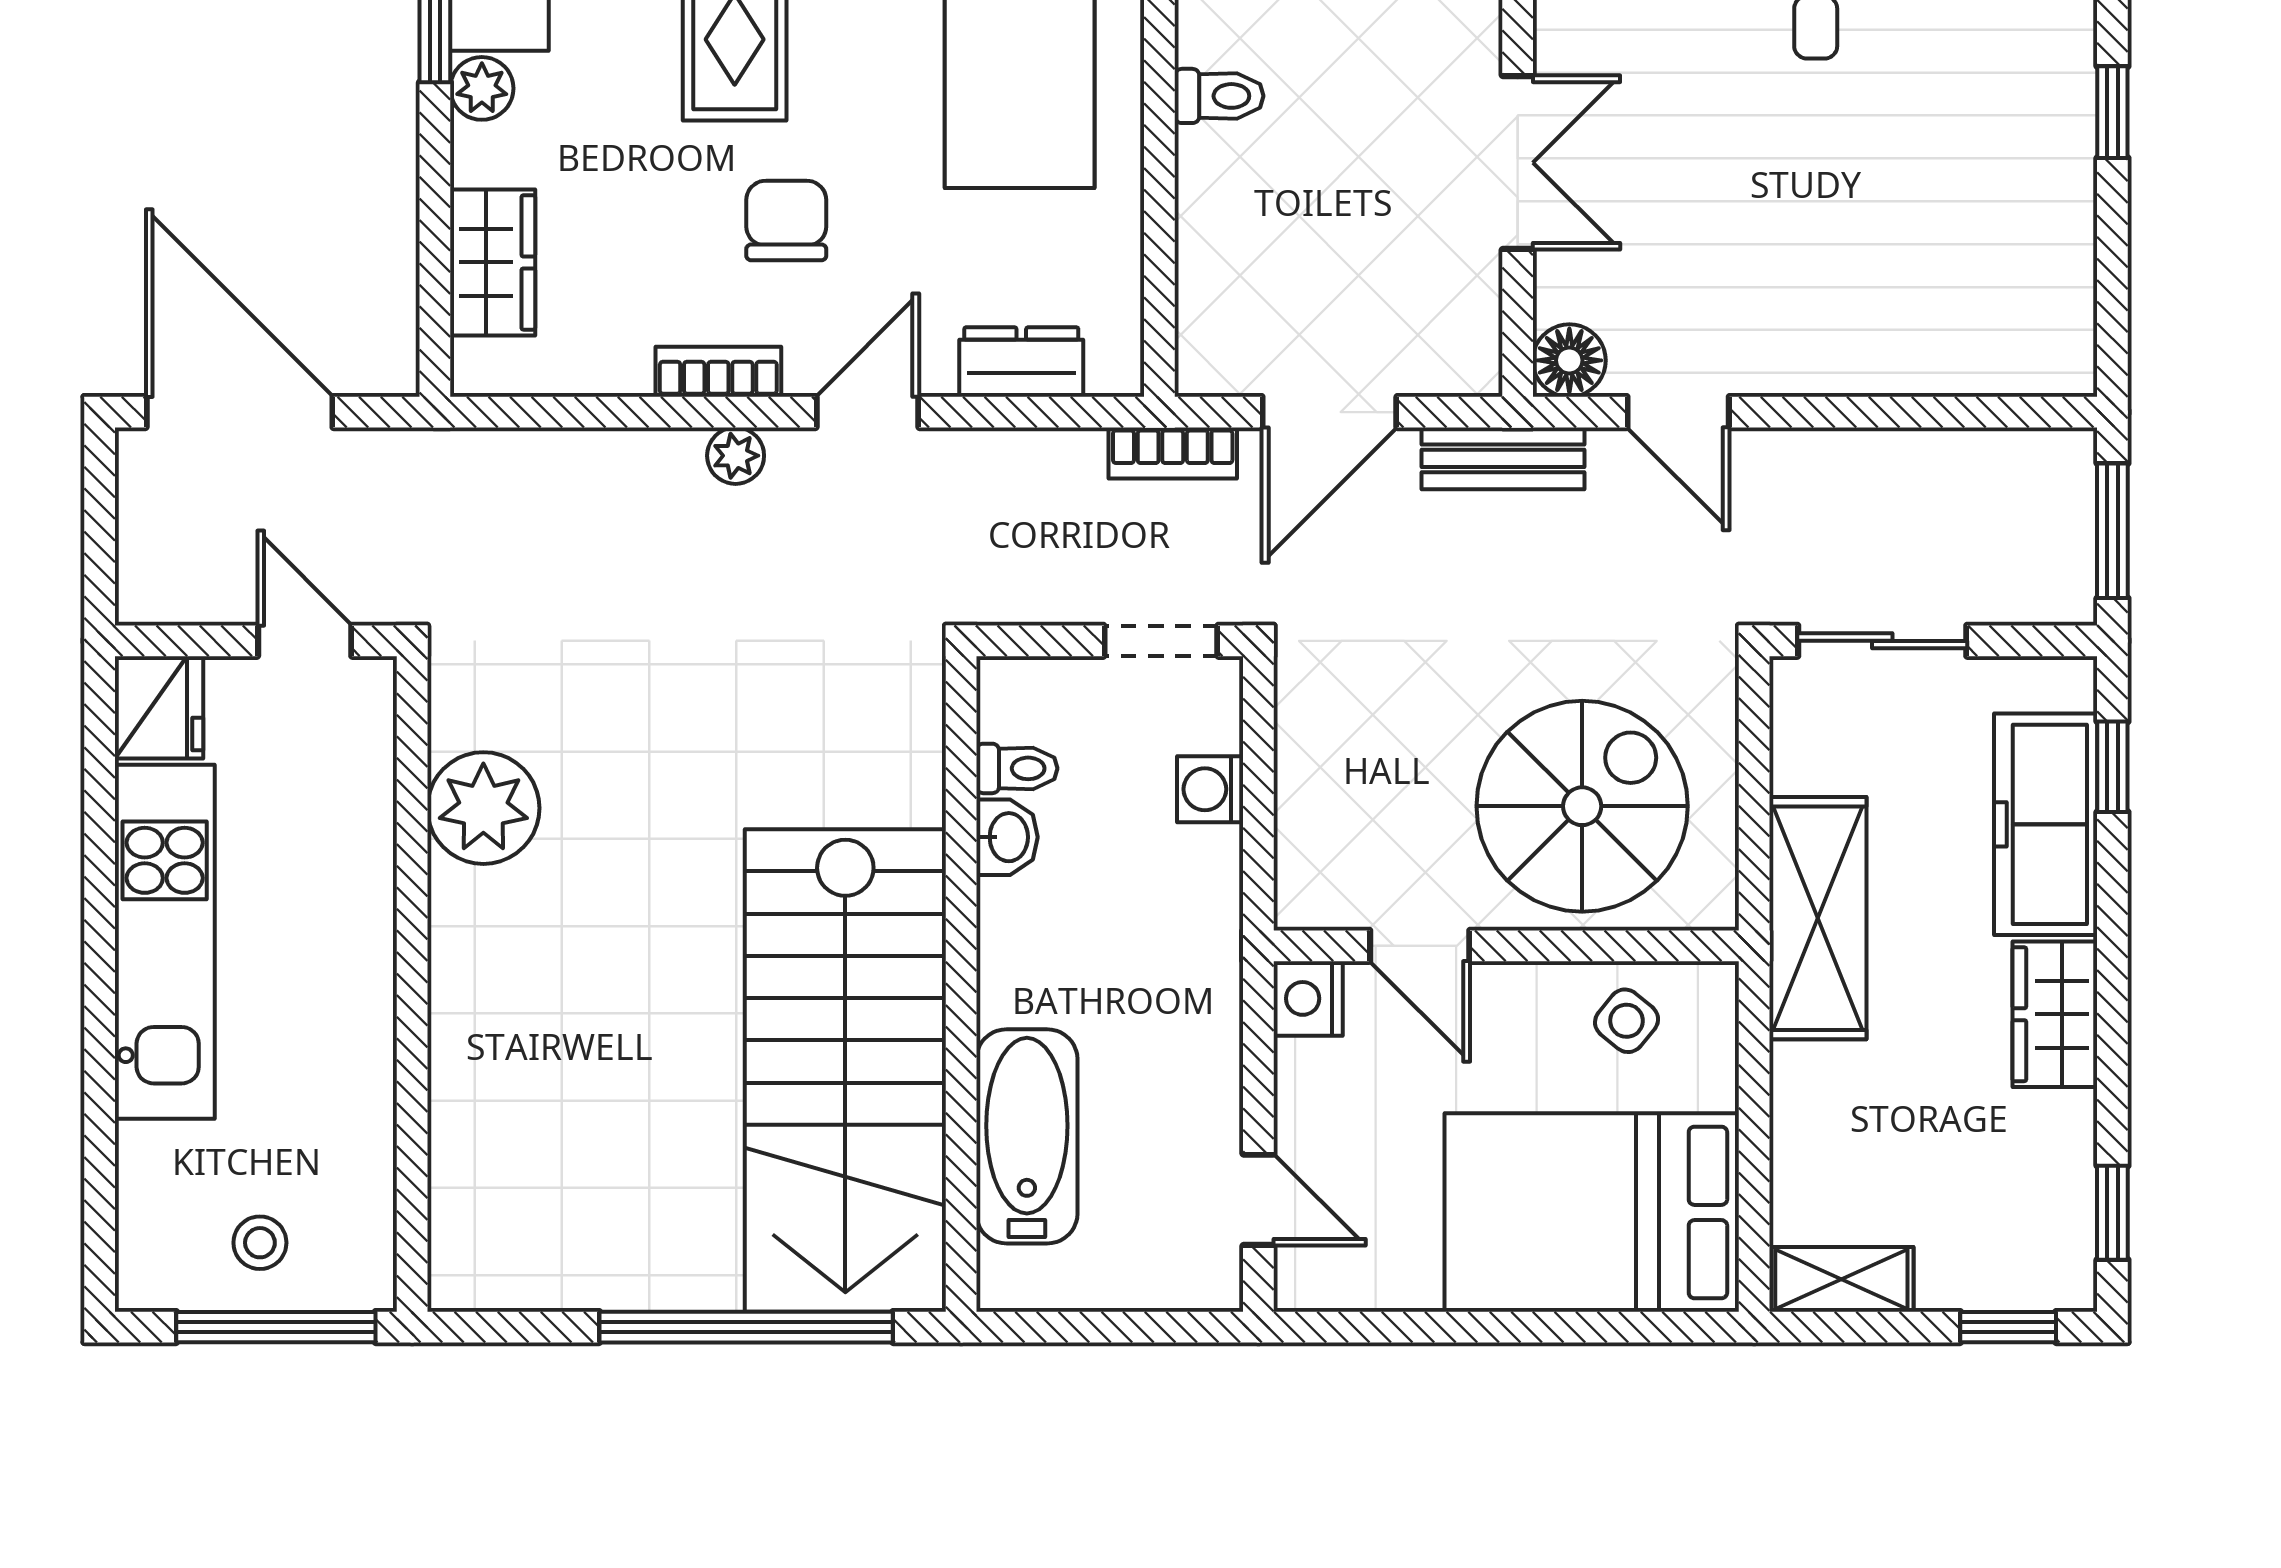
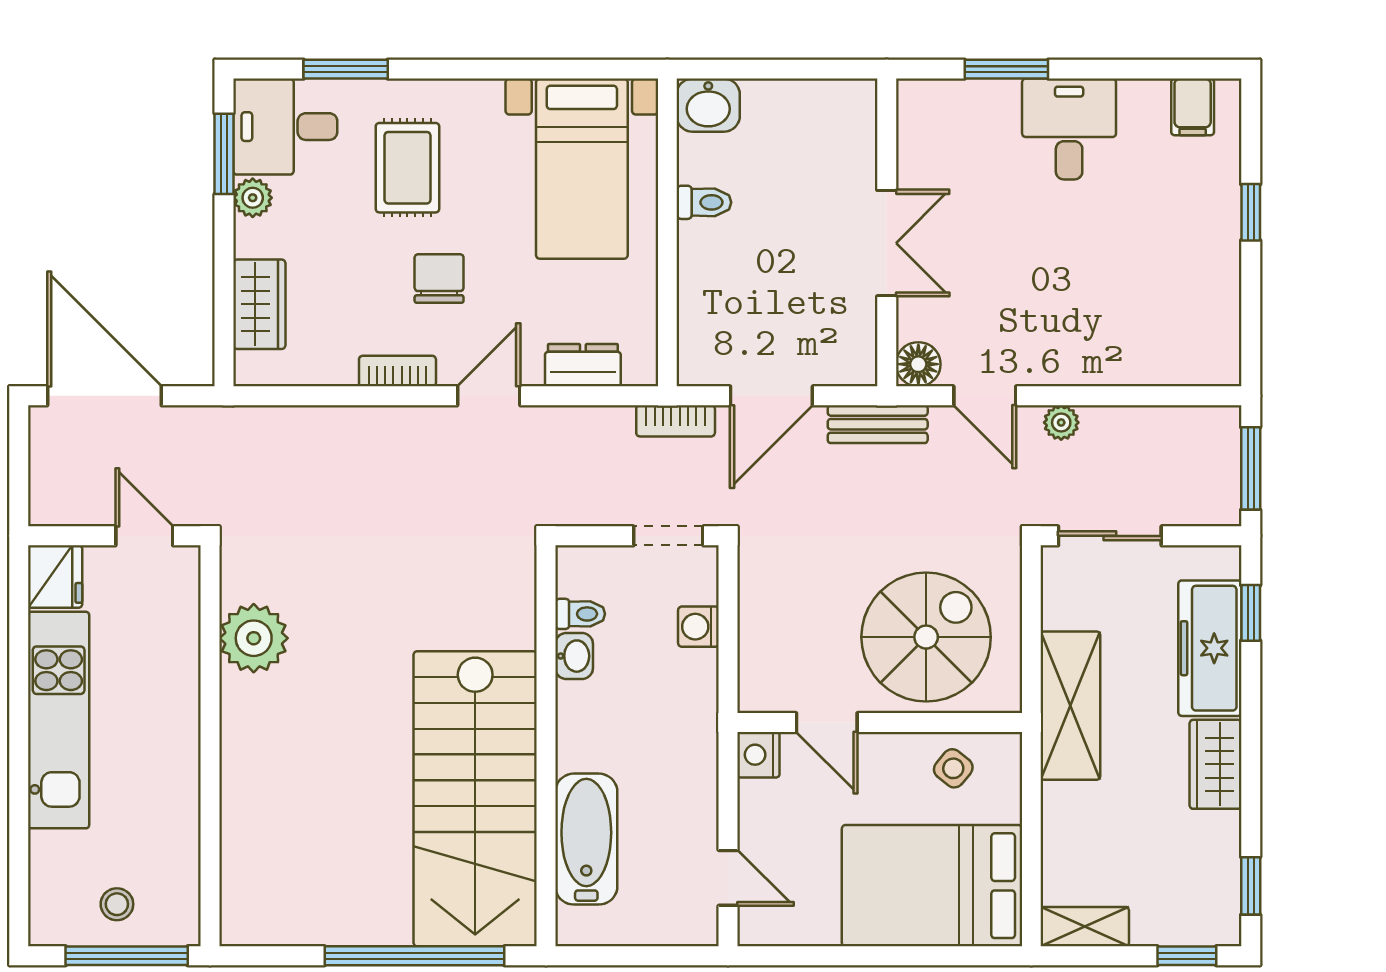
plant: (736, 456) -> (1061, 423), moved

